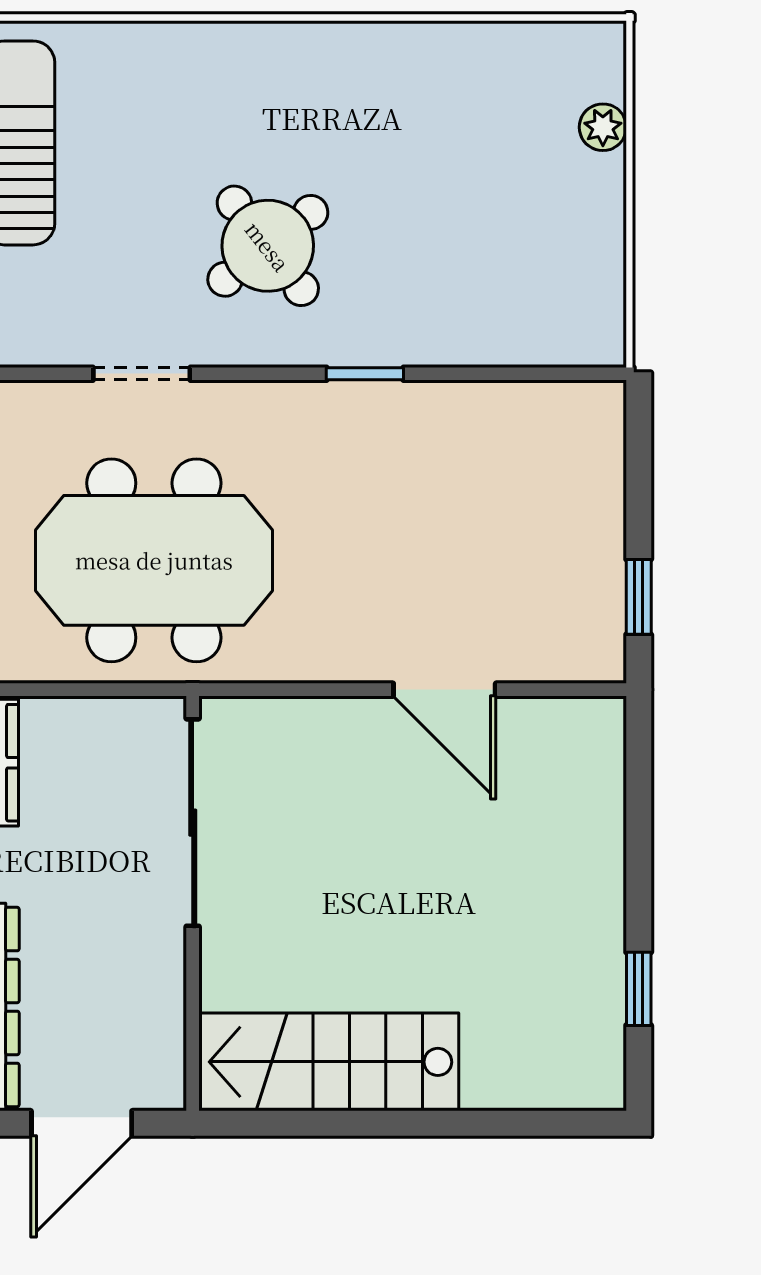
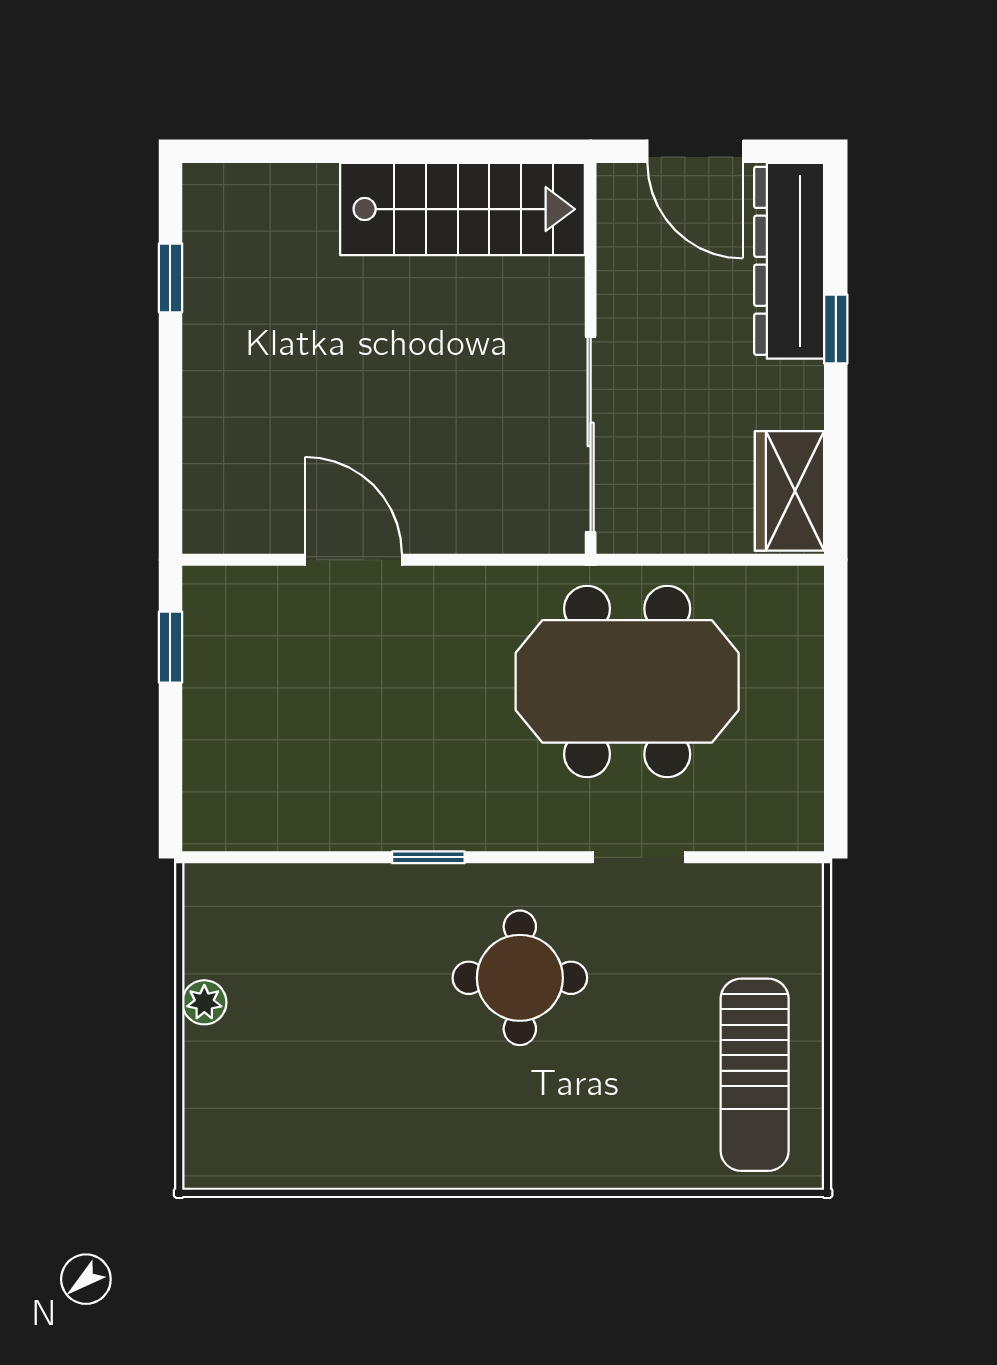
plant: (603, 127) -> (204, 1002), moved
round table: (268, 246) -> (520, 978), turned 38
door: (82, 1123) -> (695, 151), swing flipped

